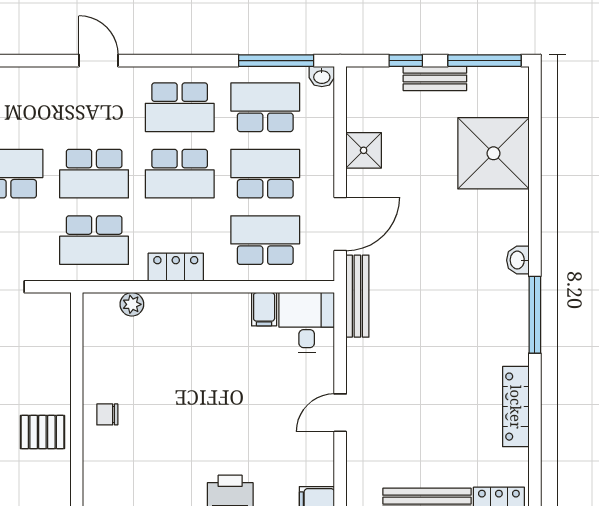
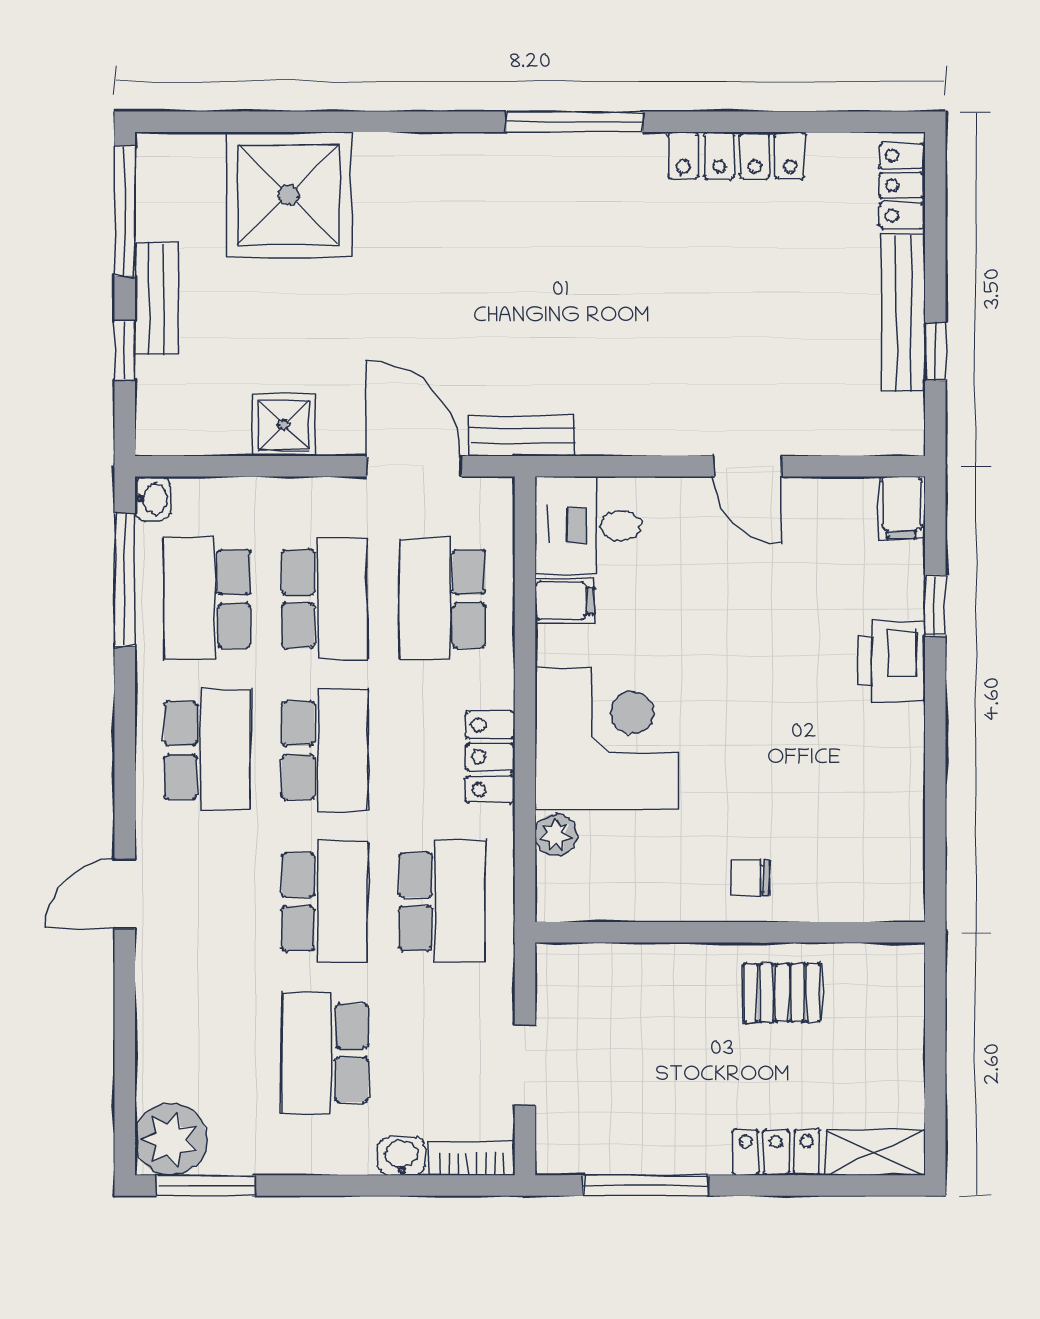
school desk: (265, 174) -> (325, 599), turned 180
washbasin: (518, 260) -> (478, 152), removed
bench: (357, 296) -> (522, 436), width x0.73
corner desk: (186, 333) -> (606, 738), added
chair: (107, 414) -> (751, 878), turned 90
pallet: (42, 432) -> (782, 993), turned 90

